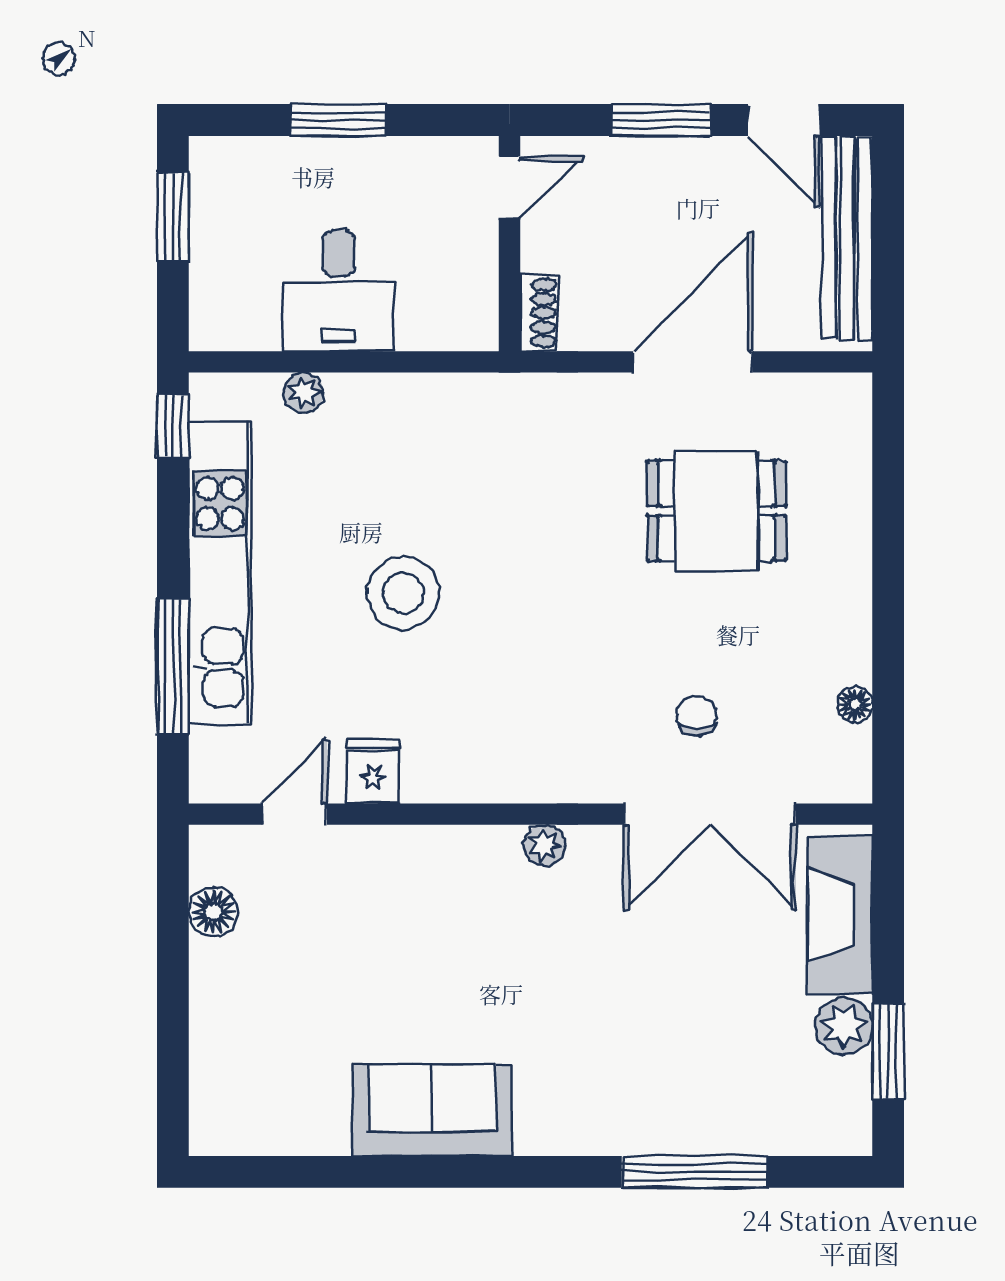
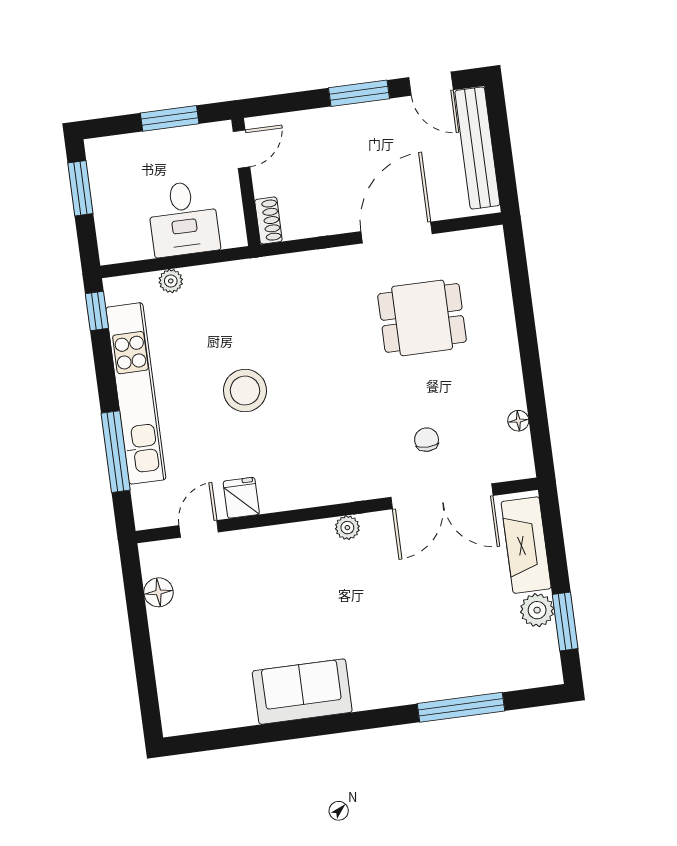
door: (509, 188) -> (242, 149), moved
wall: (509, 244) -> (246, 182), moved
shoe rack: (539, 313) -> (268, 220), moved

